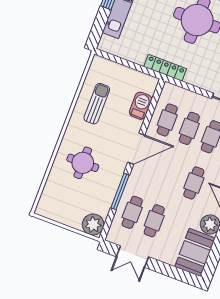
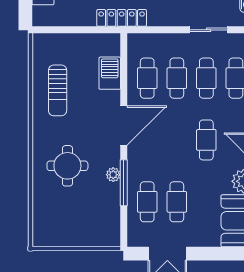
sun lounger: (97, 104) -> (58, 90), turned 180
plant: (93, 225) -> (113, 175), moved, width x0.53, depth x0.53

